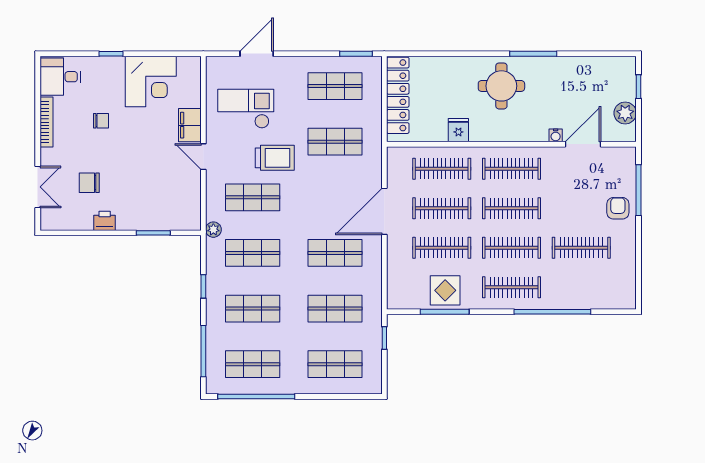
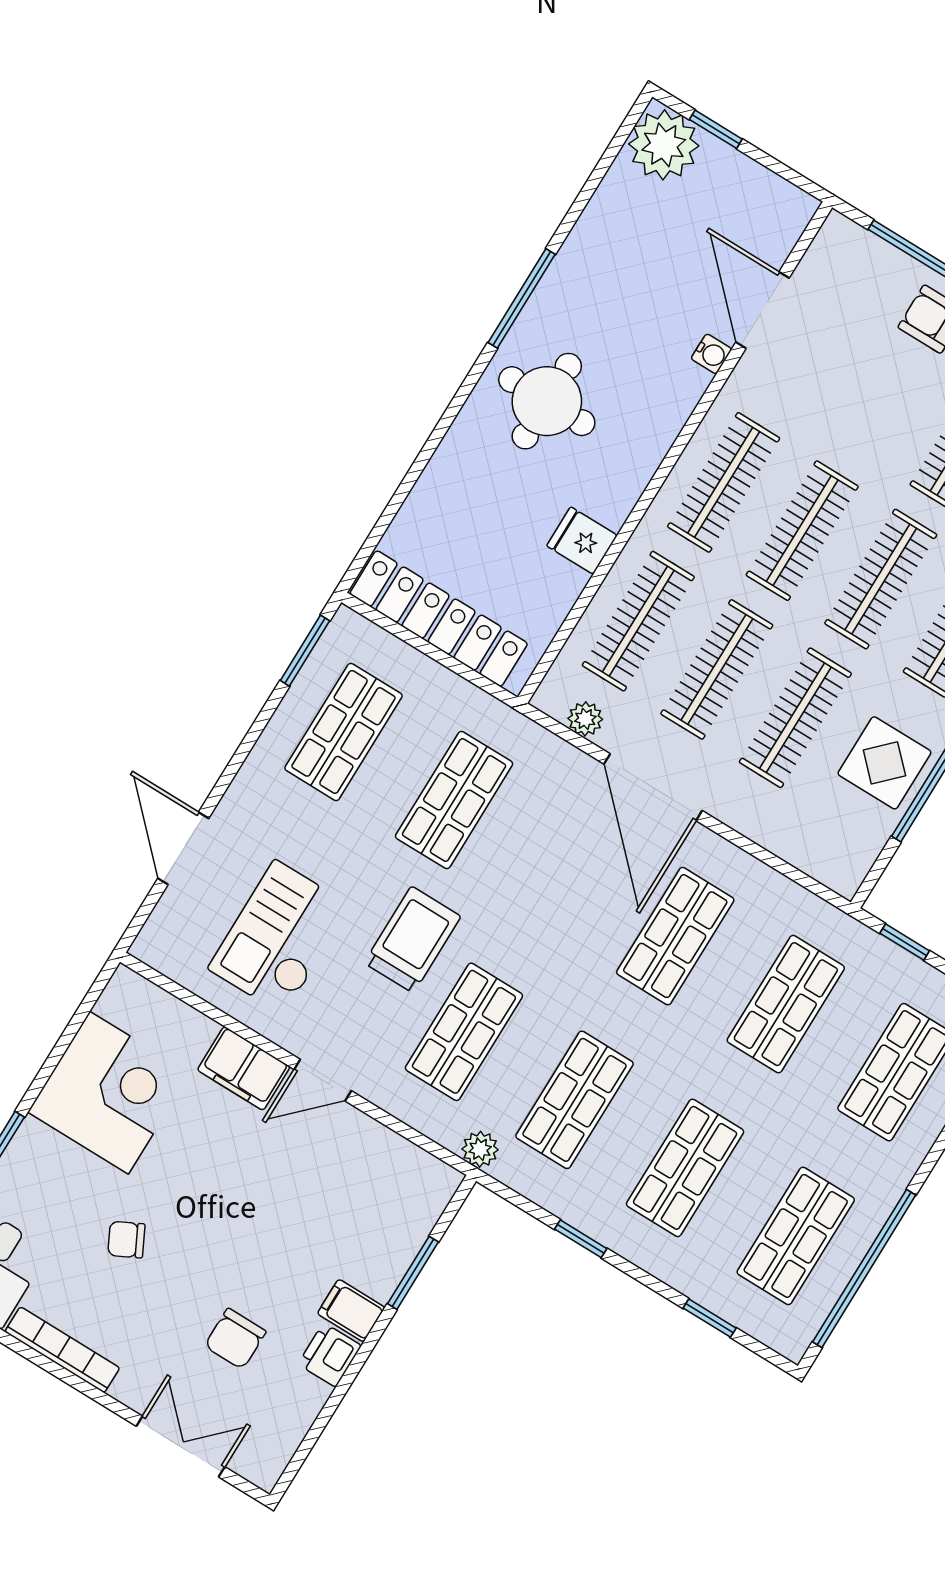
plant: (625, 113) -> (664, 145), moved, width x1.36, depth x1.36
chair: (101, 121) -> (126, 1240), turned -117
plant: (394, 171) -> (585, 719), added
filing cabinet: (126, 219) -> (351, 1311), added
window: (203, 351) -> (710, 1318), width x0.46

